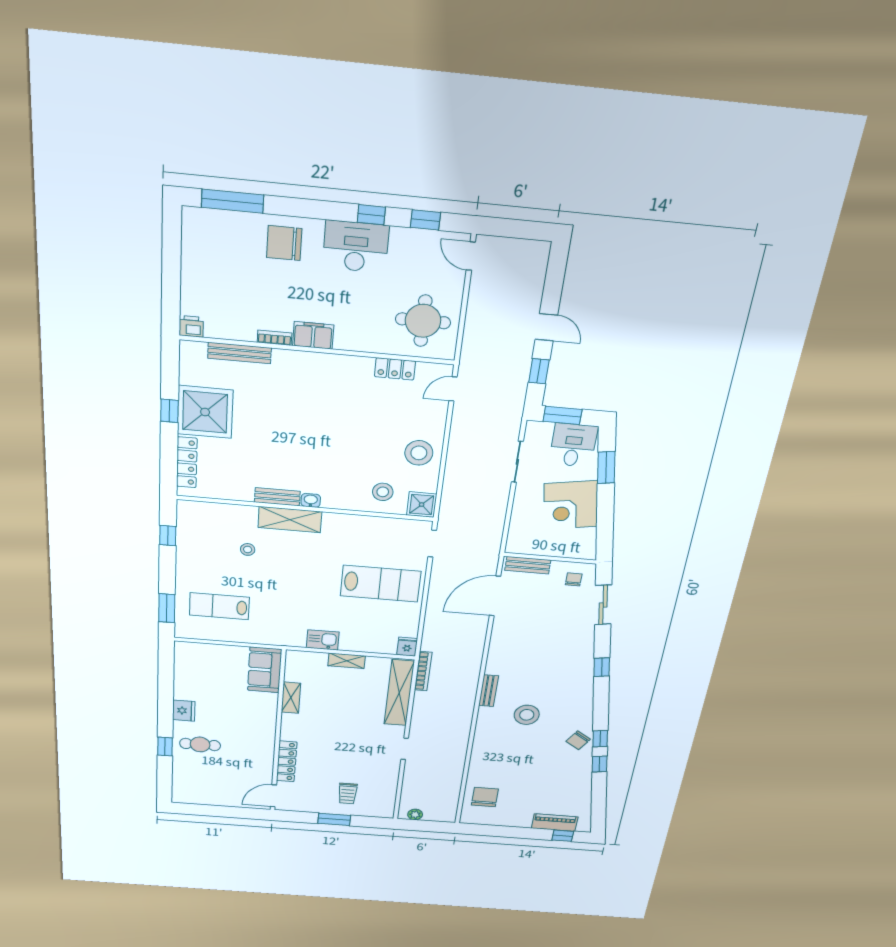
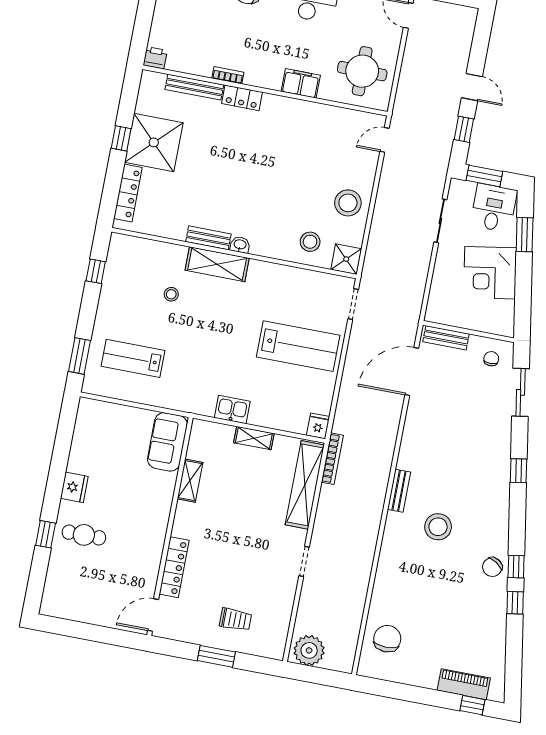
filing cabinet: (313, 335) -> (301, 83), moved
locker: (395, 369) -> (242, 98), moved
trolley: (348, 794) -> (235, 619), turned -90
plant: (415, 814) -> (309, 650), width x1.88, depth x1.88

